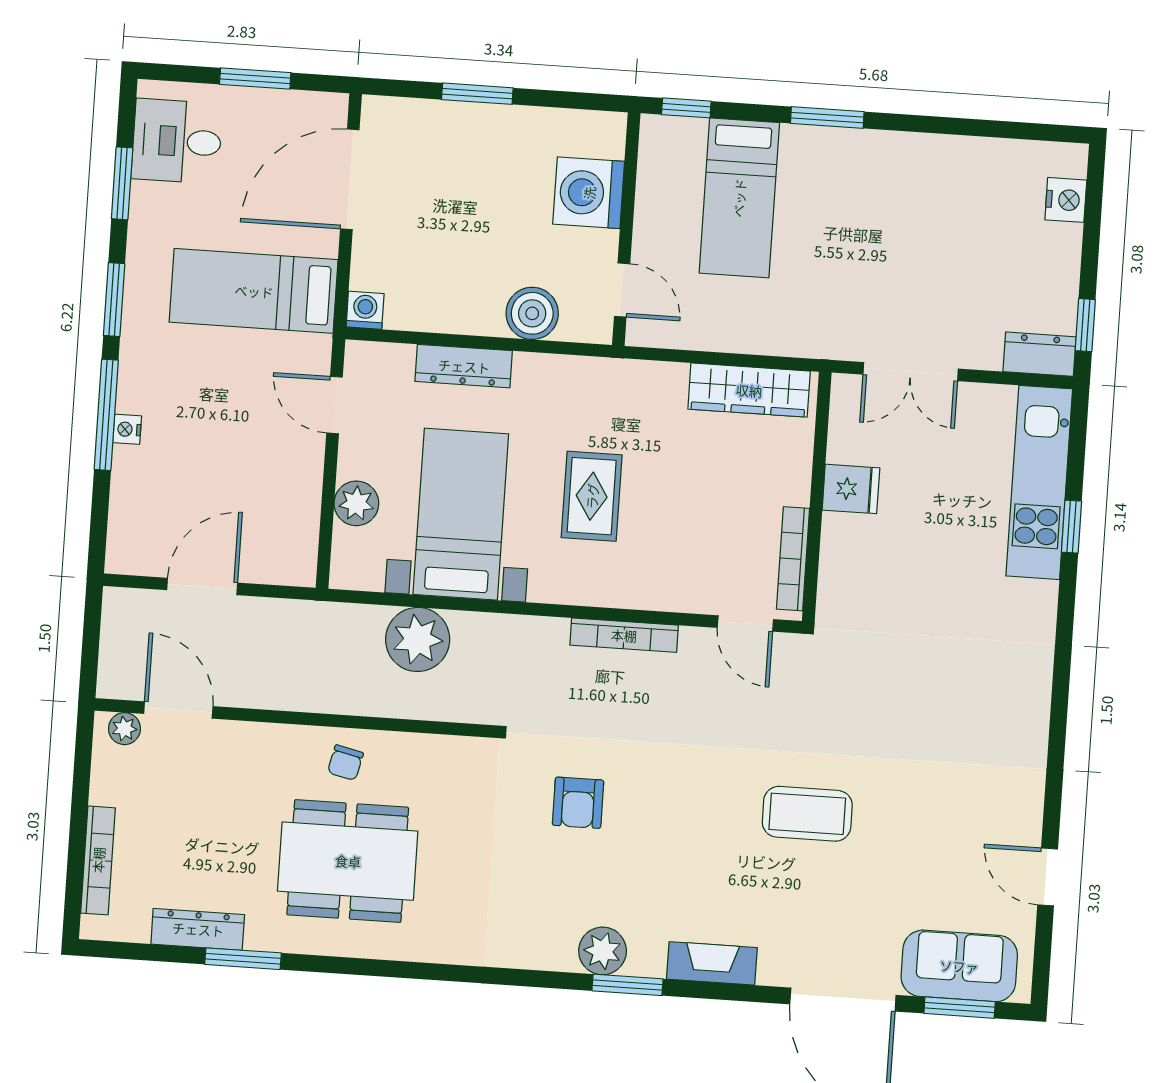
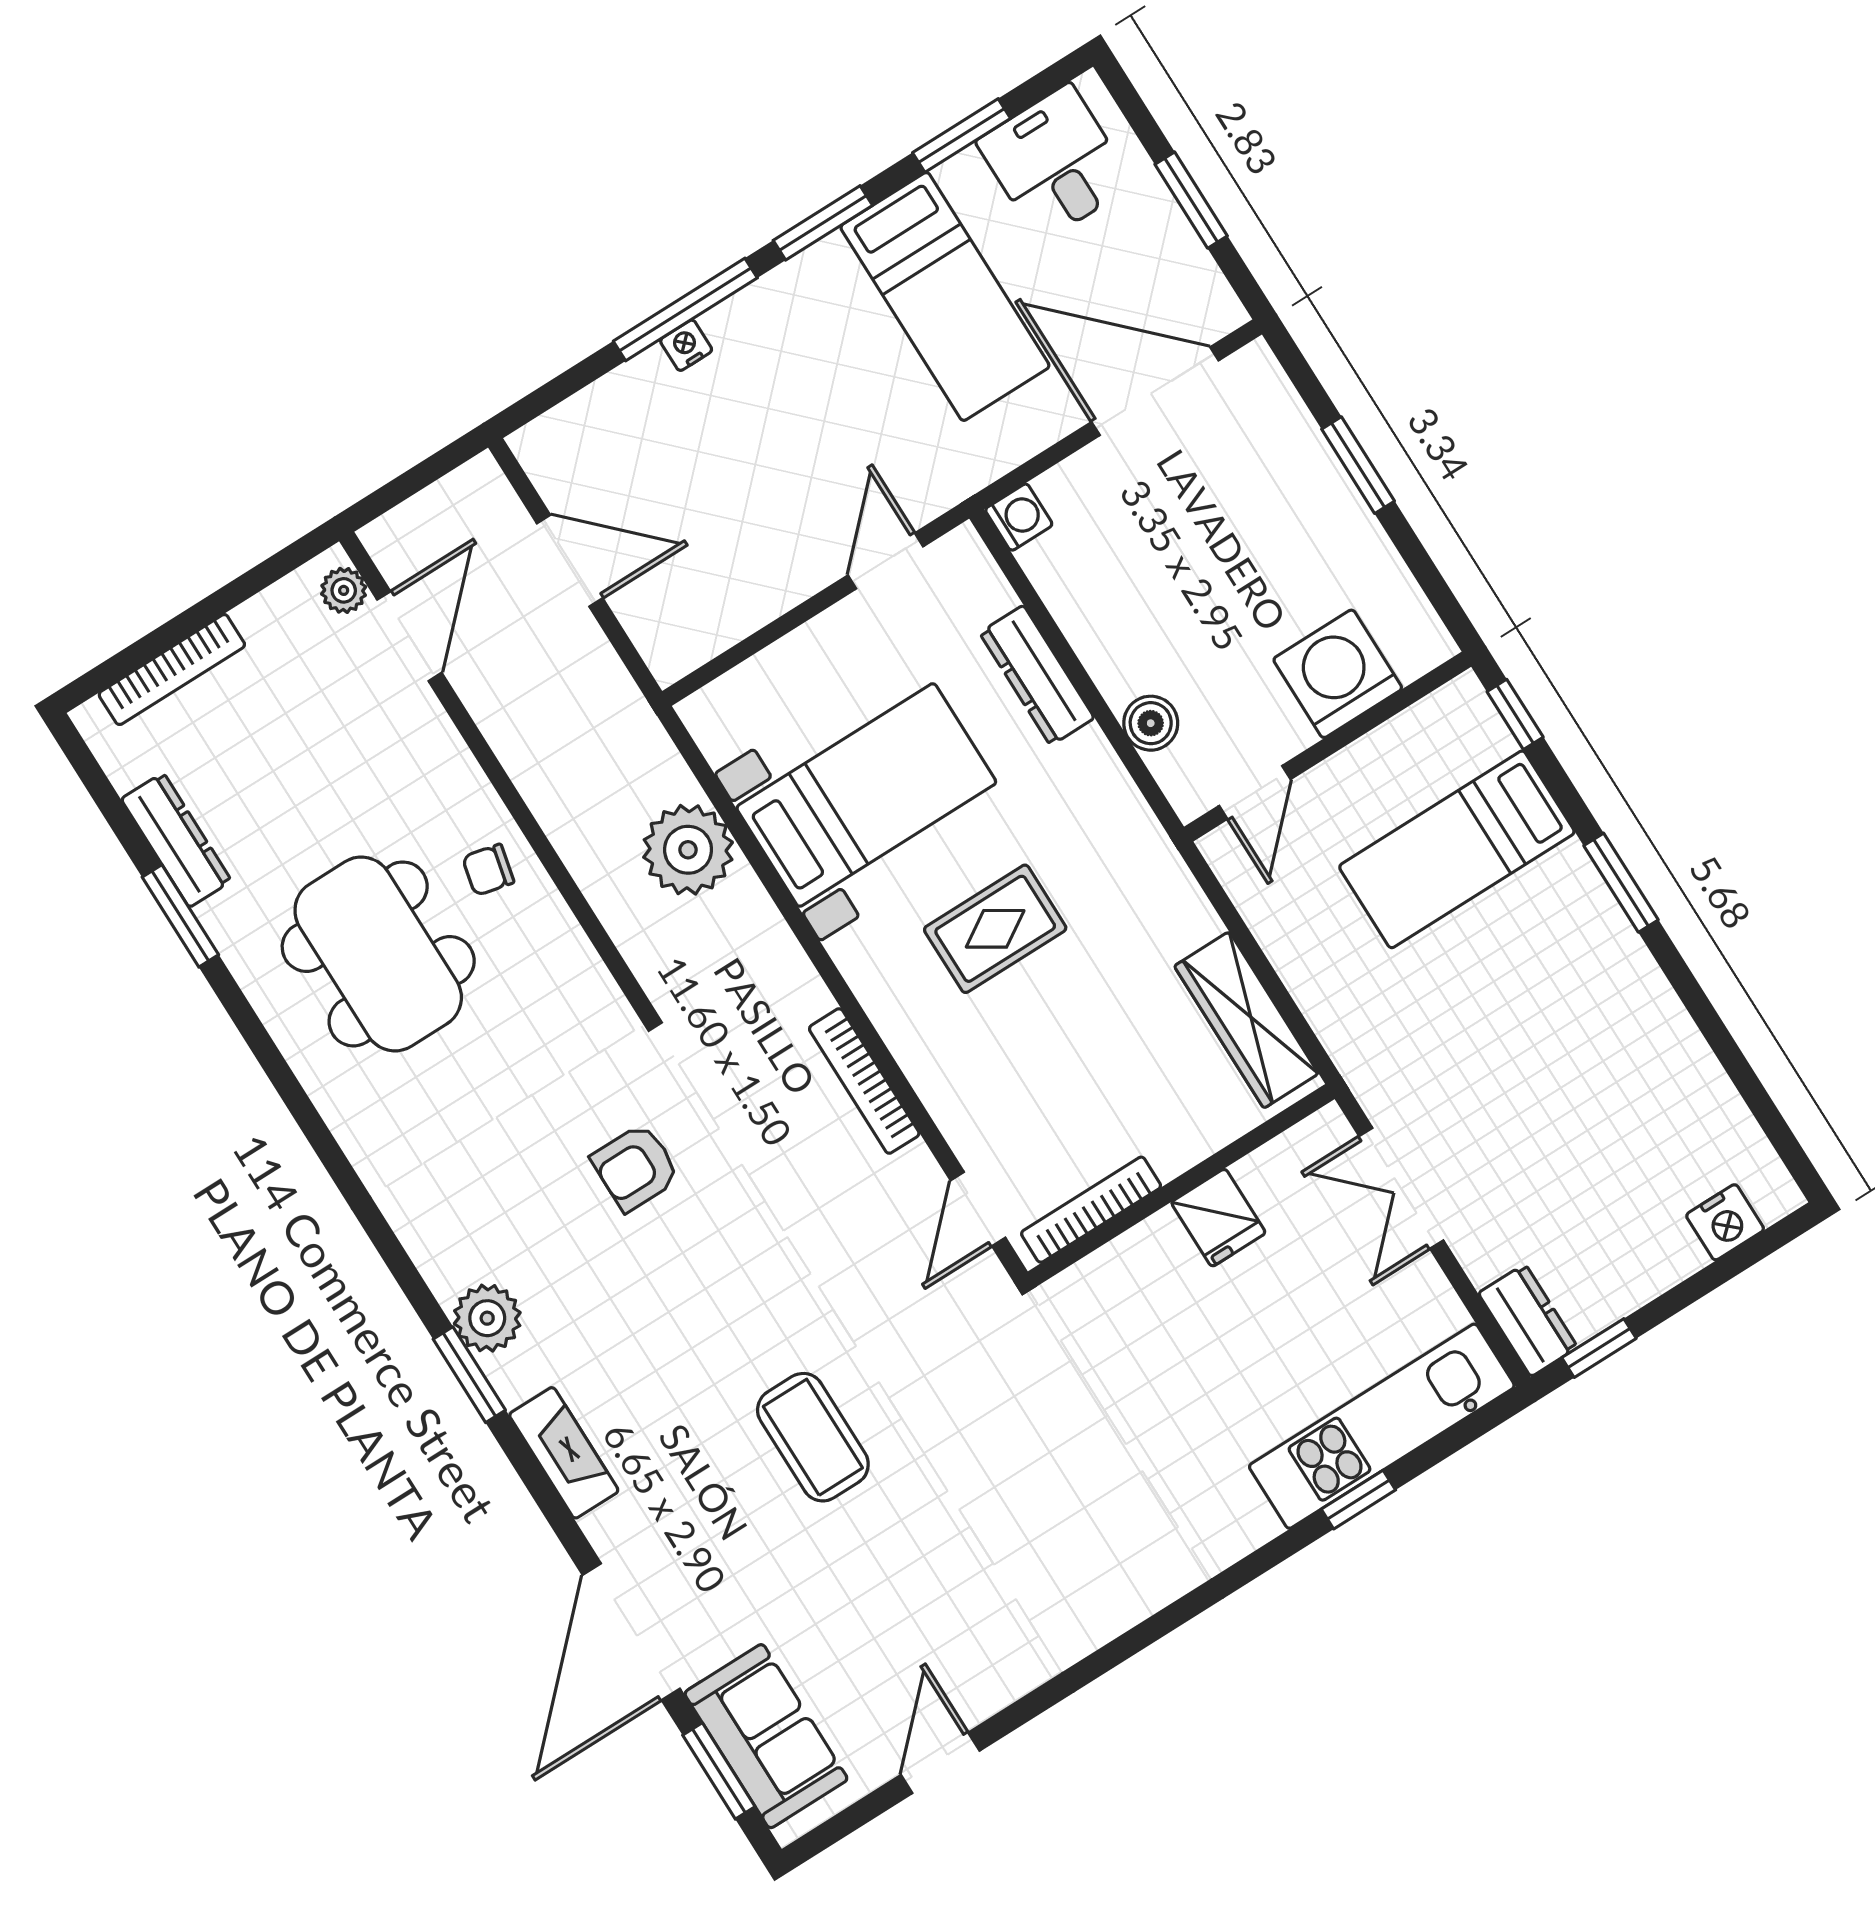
bed: (254, 291) -> (945, 296), moved, turned 180
boiler: (532, 313) -> (1151, 723), width x0.73, depth x0.73
plant: (356, 503) -> (792, 667), removed

